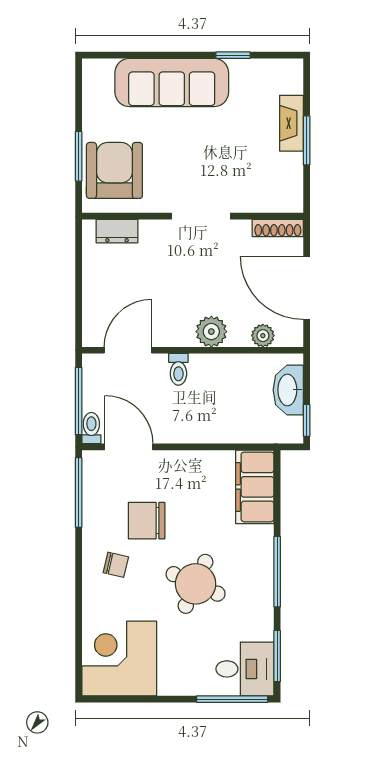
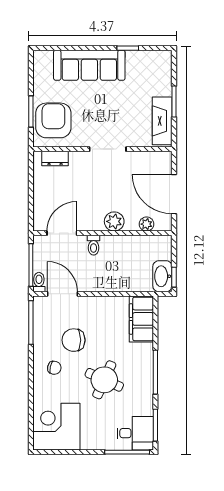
fireplace: (292, 123) -> (162, 121), moved, width x1.37, depth x1.32
shoe rack: (278, 228) -> (156, 157), removed
washbasin: (288, 390) -> (162, 276), moved

